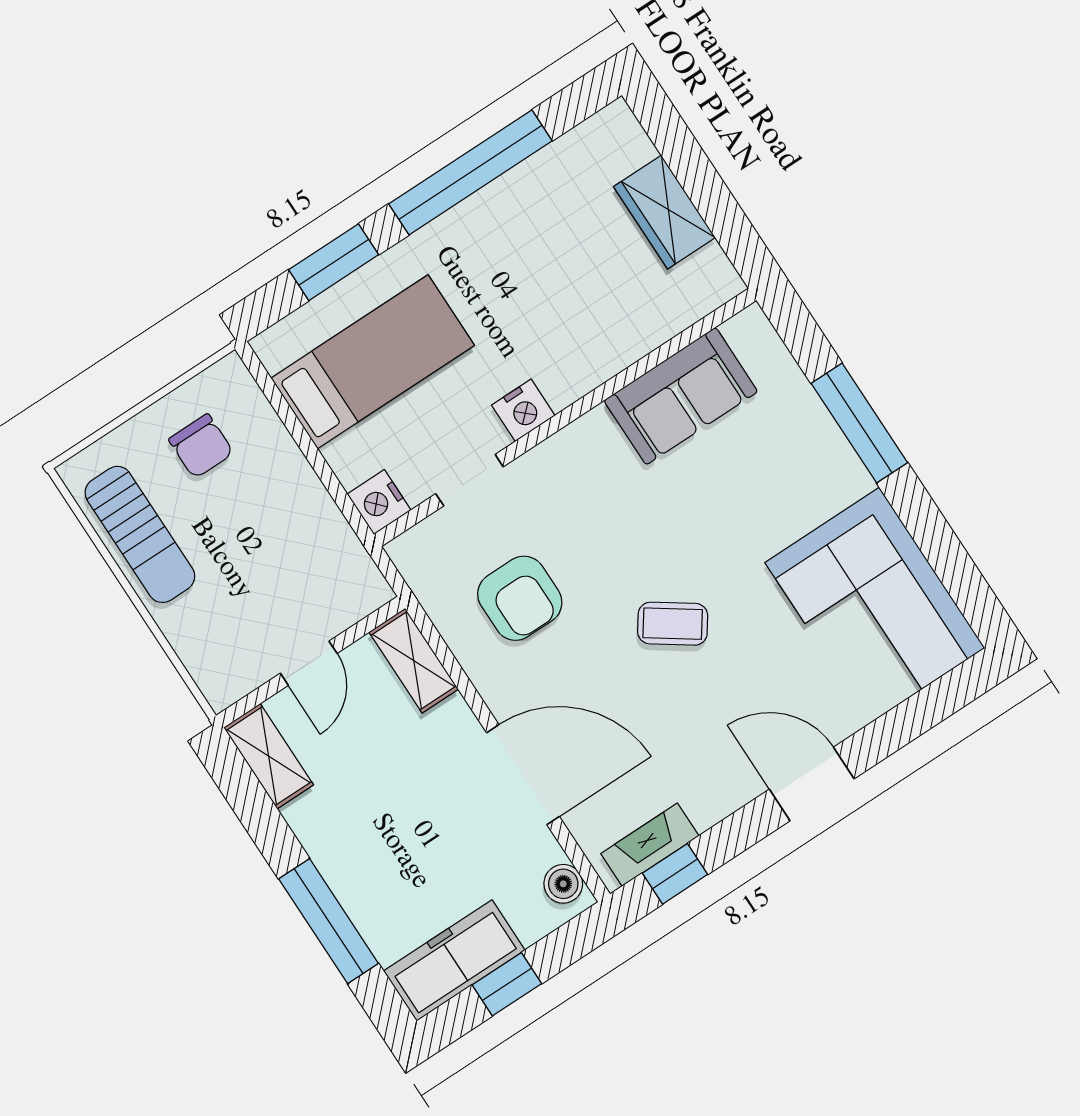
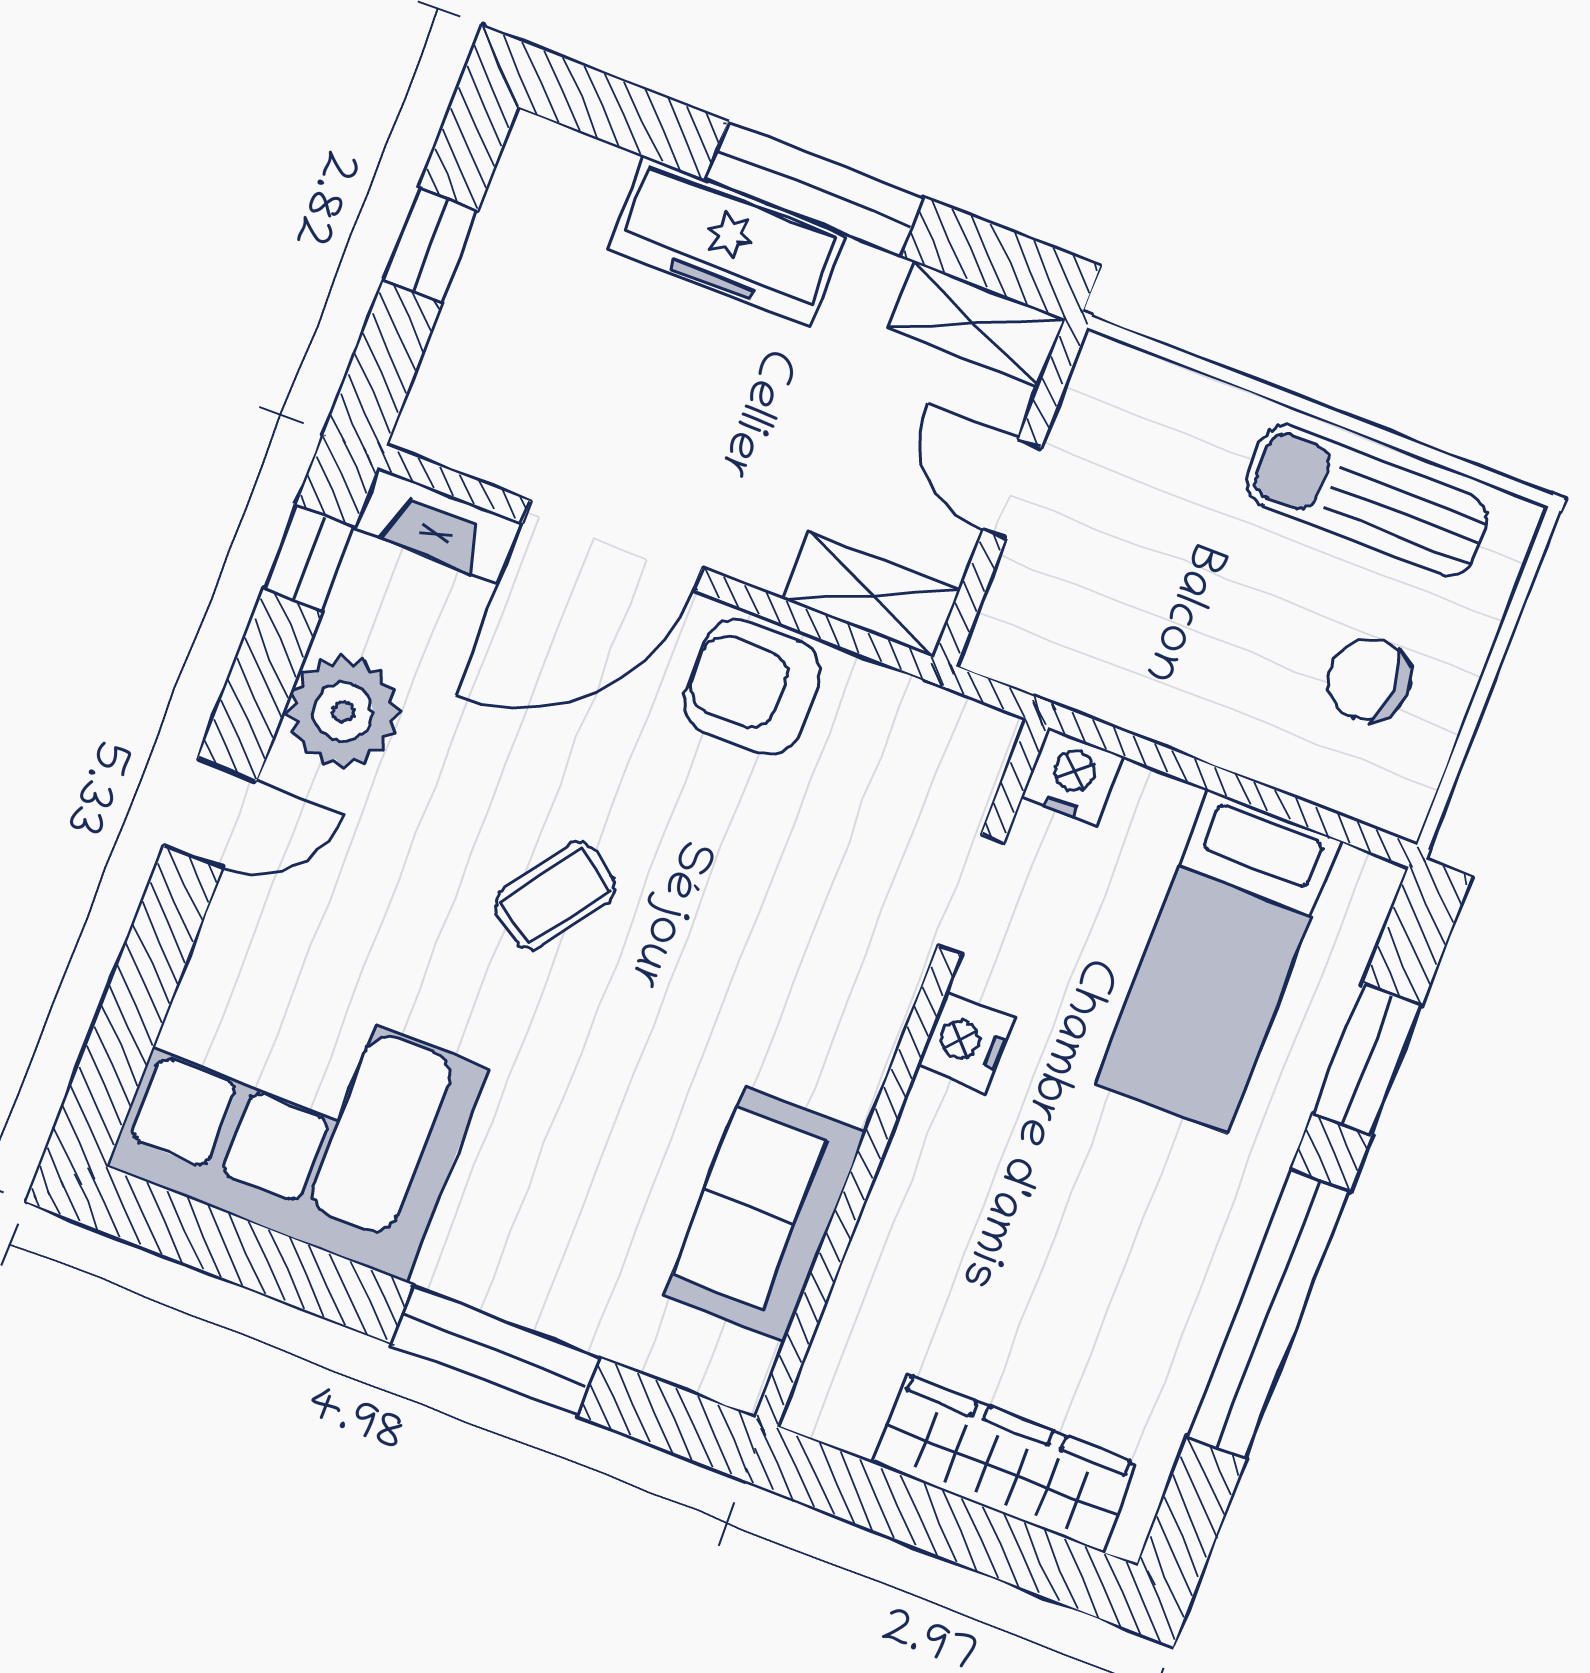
wardrobe: (664, 212) -> (1004, 1463), width x1.50
armchair: (520, 598) -> (752, 687), moved
door: (812, 784) -> (210, 813), width x0.73
plant: (712, 787) -> (343, 712), added
fireplace: (650, 845) -> (438, 525), moved, turned 90
boiler: (563, 884) -> (451, 436), removed
window: (329, 921) -> (815, 188), moved
freezer: (454, 960) -> (727, 242), moved, turned 90

